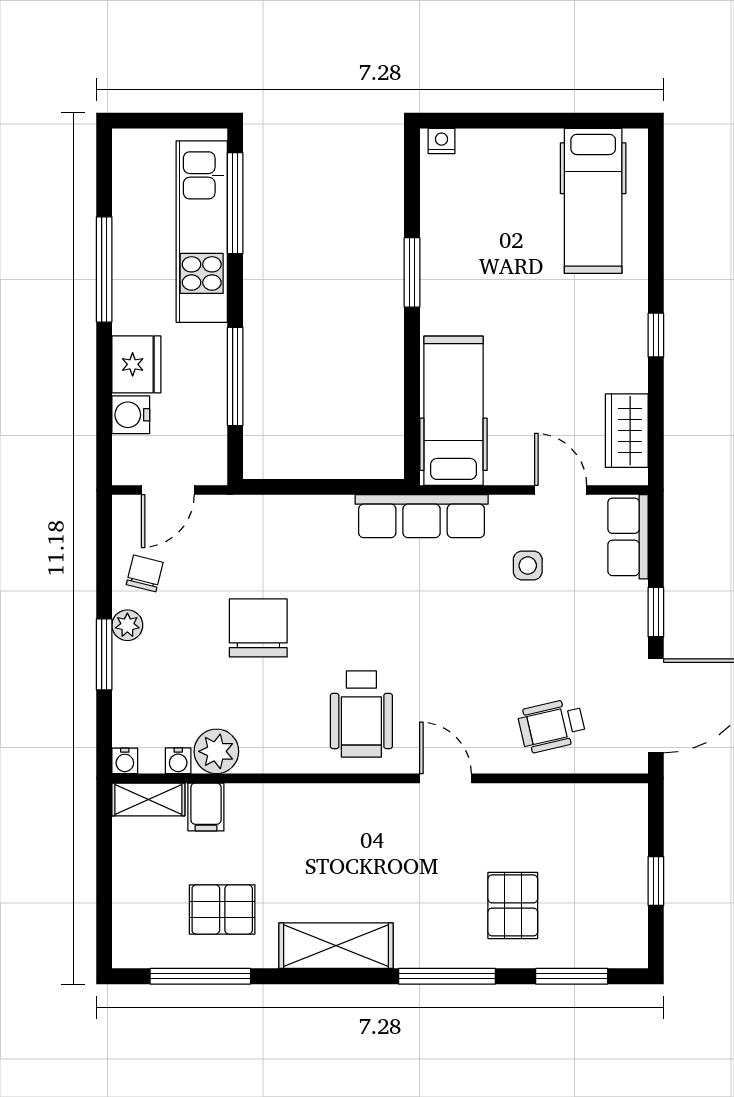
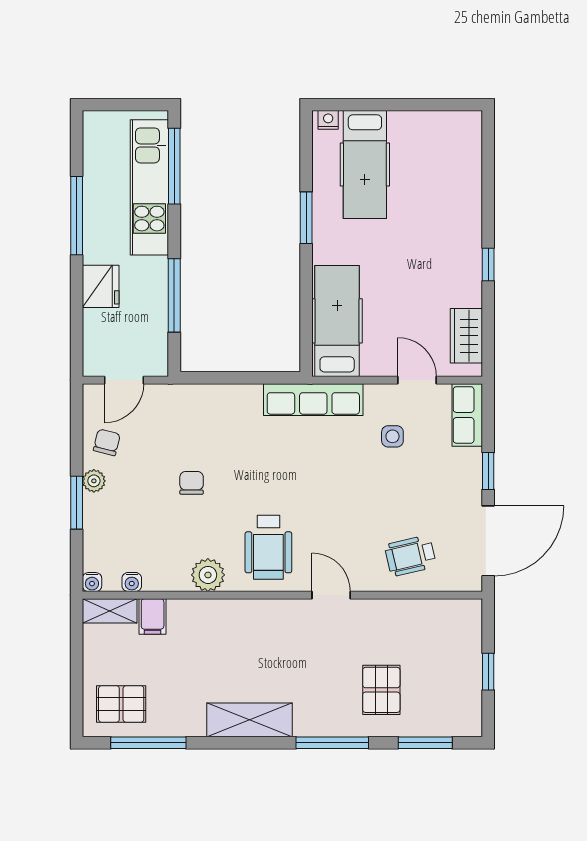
hospital bed: (593, 201) -> (365, 164), moved
water cooler: (131, 415) -> (96, 324), removed
chair: (258, 628) -> (192, 483), width x0.54, depth x0.54
plant: (216, 751) -> (208, 575), moved
pallet: (222, 909) -> (121, 704), moved

